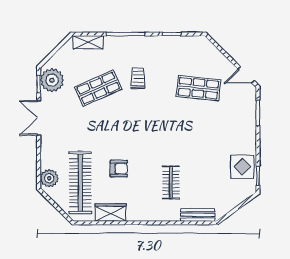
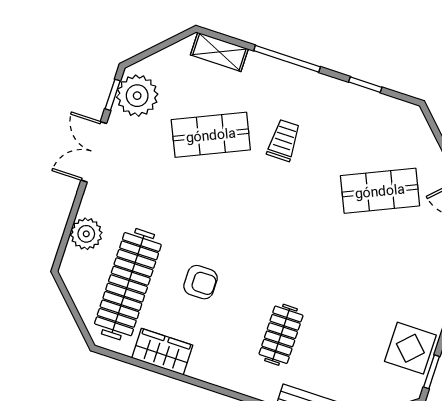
shop shelf: (198, 88) -> (380, 191), turned -30
plant: (49, 178) -> (86, 234), moved

